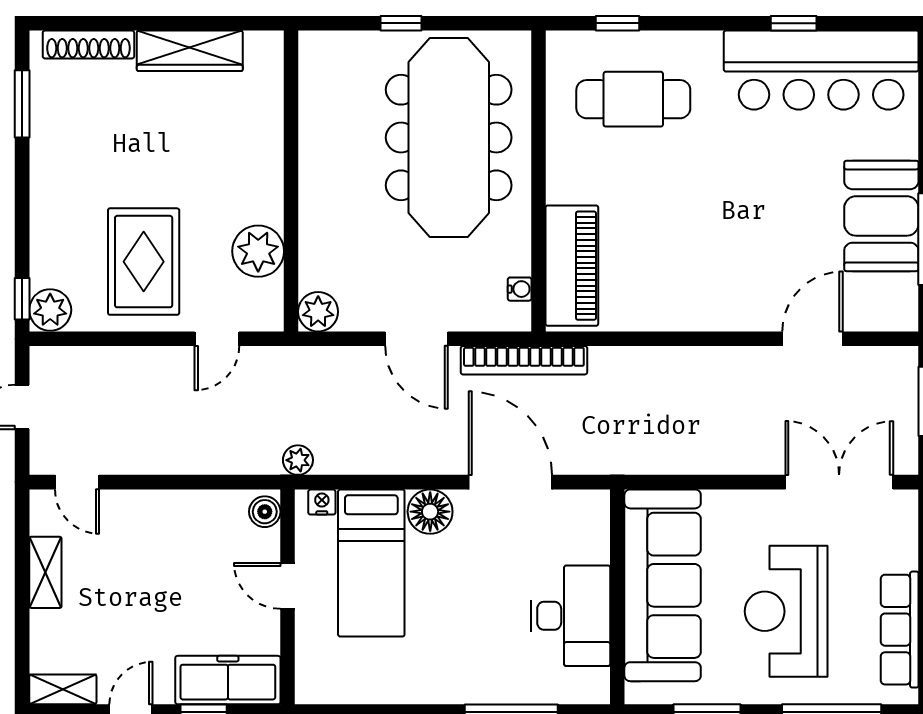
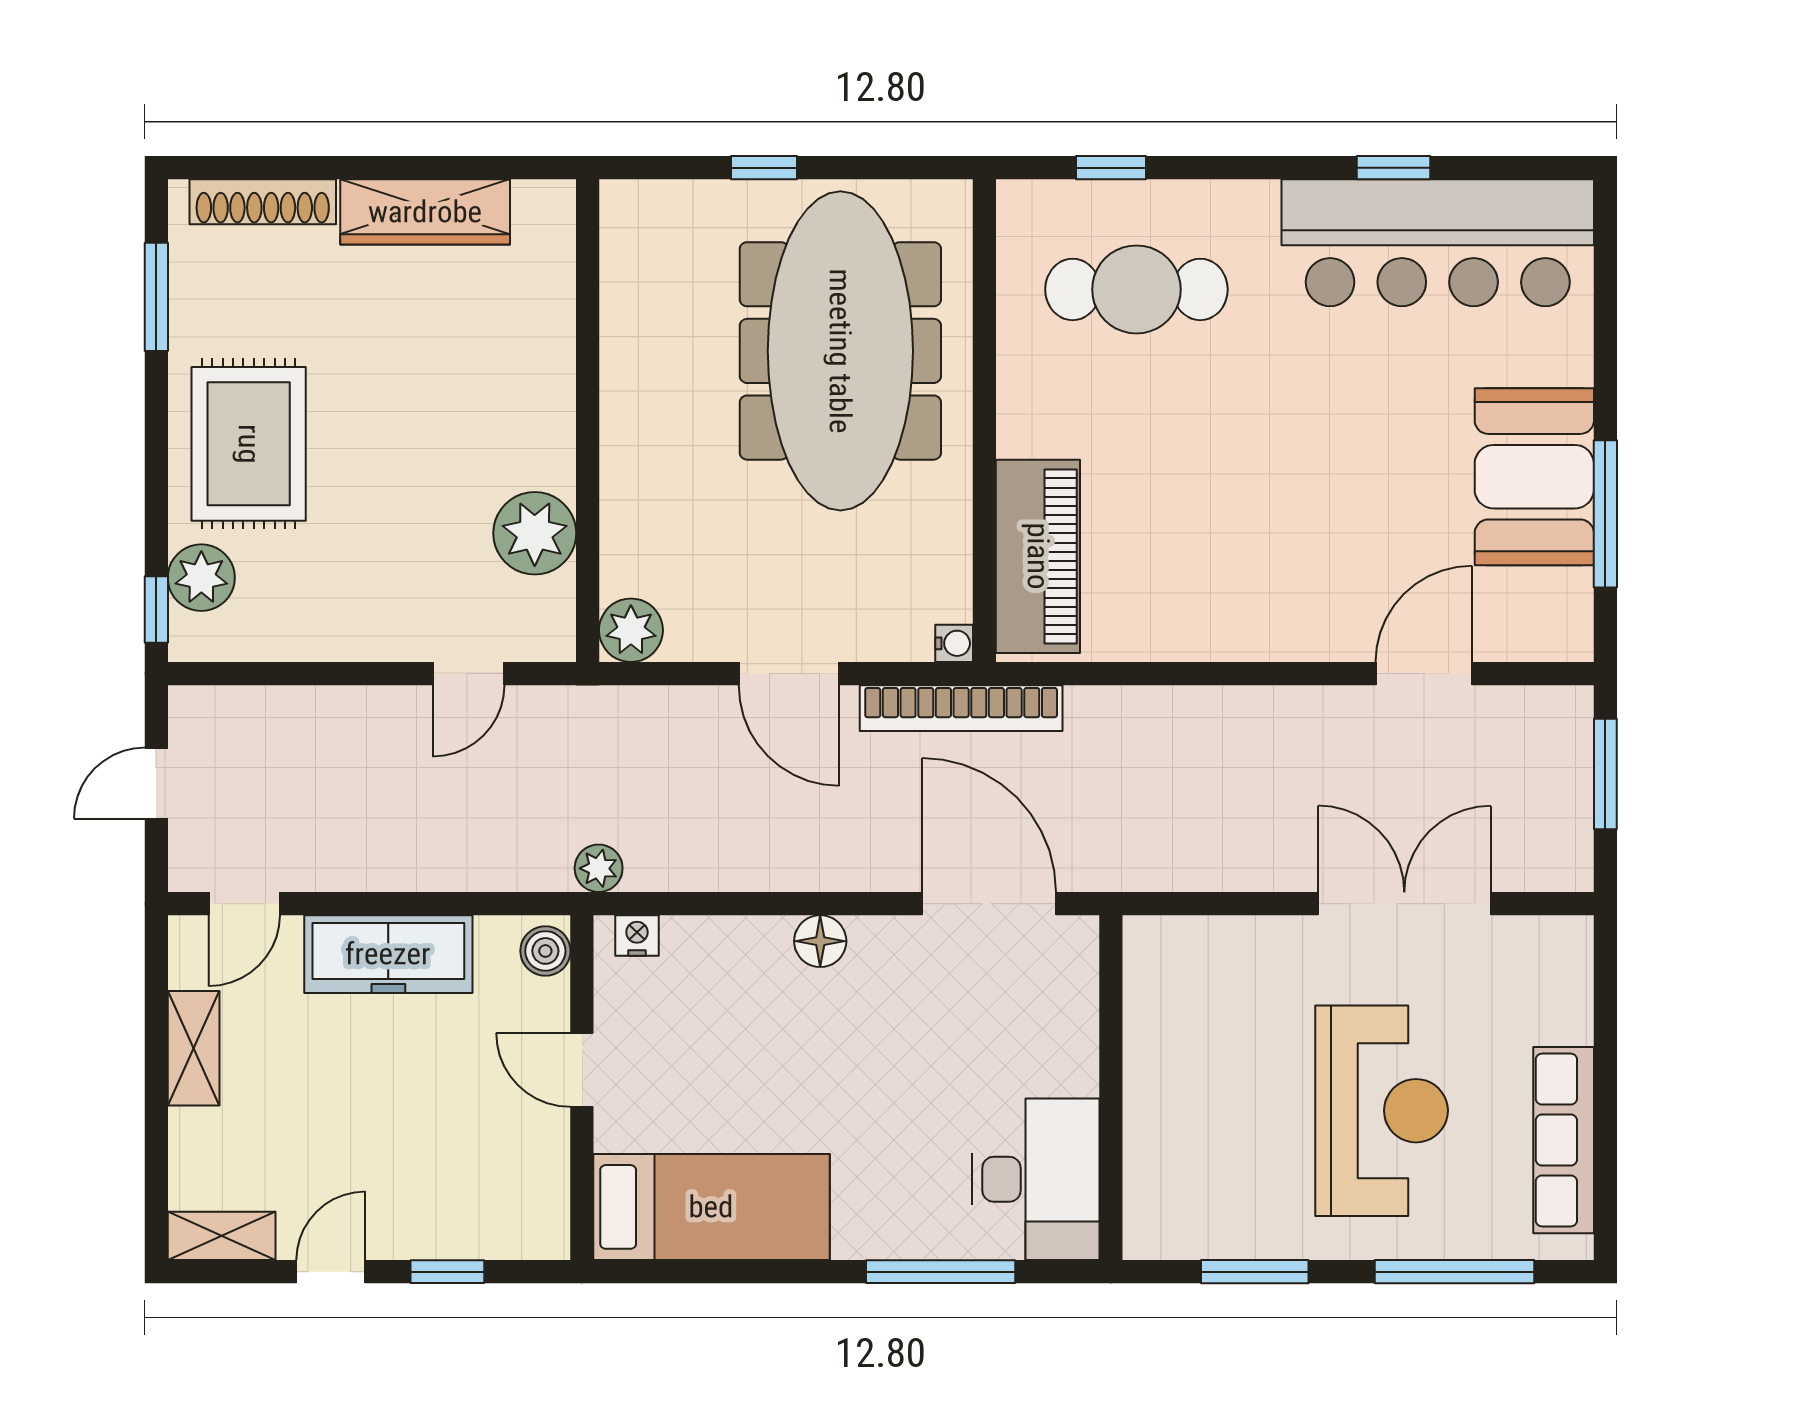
rug: (144, 262) -> (249, 444), moved
water cooler: (520, 289) -> (954, 643), moved
plant: (50, 310) -> (201, 578), moved
door: (77, 482) -> (244, 904), hinge flipped
door: (510, 482) -> (989, 904), moved
double door: (839, 482) -> (1404, 904), moved
floor lamp: (430, 512) -> (820, 941), width x0.73, depth x0.73
bed: (371, 563) -> (711, 1207), moved, turned -90
sofa: (663, 585) -> (1183, 1069), removed
reception desk: (786, 611) -> (1382, 1111), turned 180
desk: (571, 616) -> (1036, 1179), moved
freezer: (228, 680) -> (388, 954), moved, turned 180

